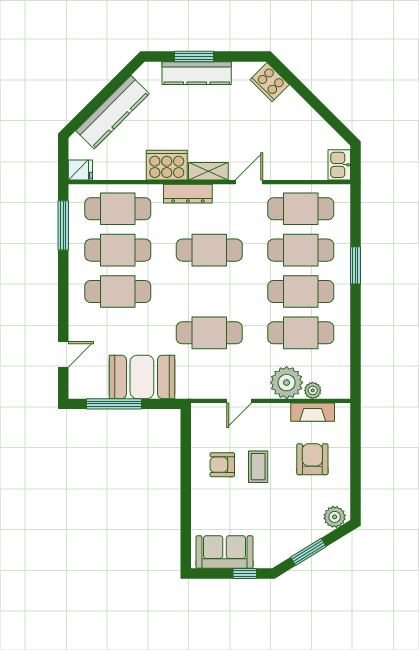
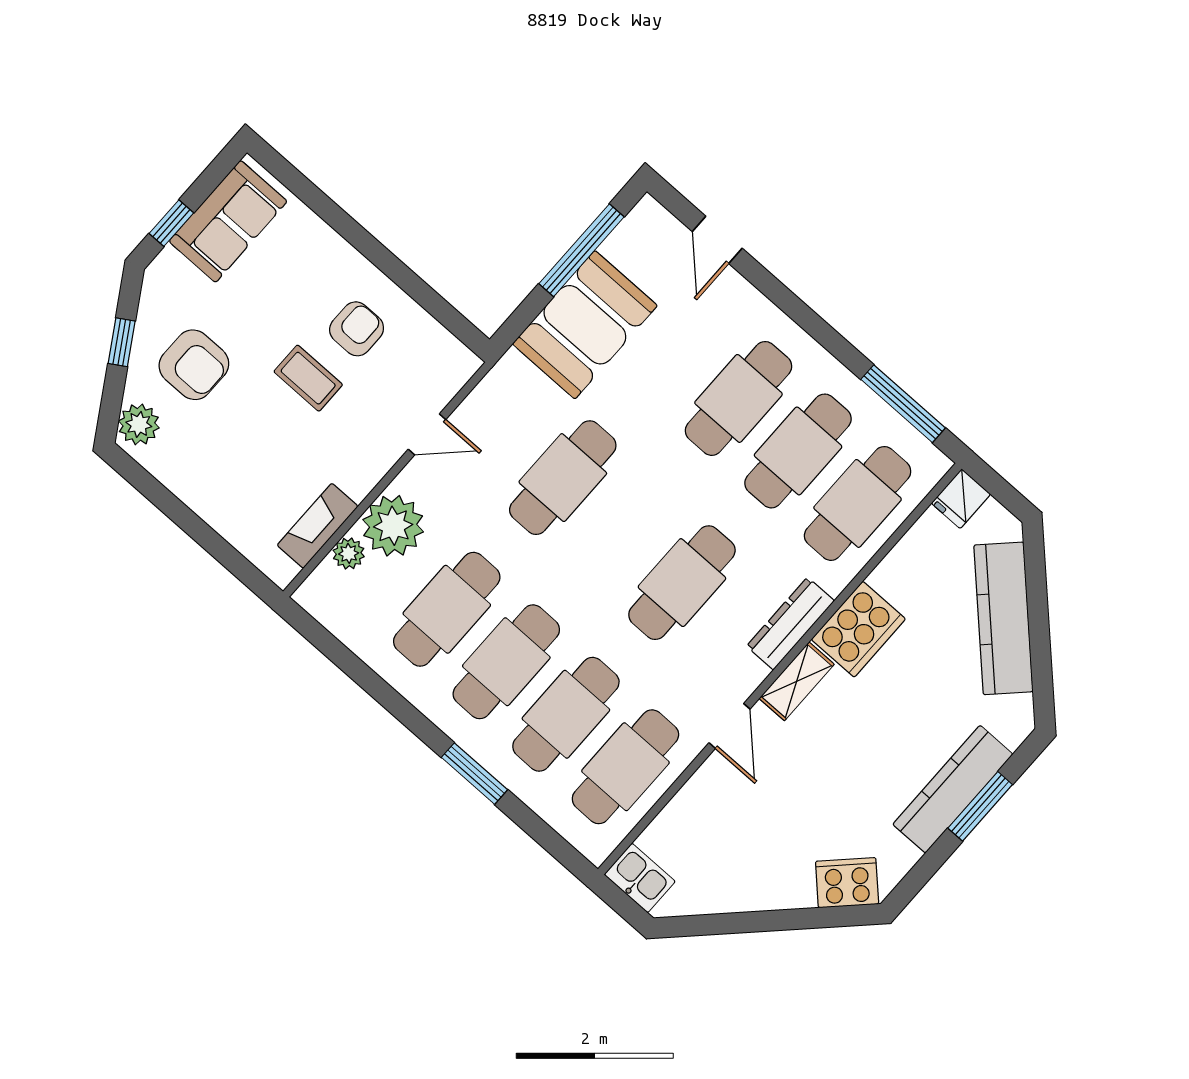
door: (239, 401) -> (427, 434), swing flipped
armchair: (312, 459) -> (194, 365), moved
window: (308, 552) -> (122, 342), width x0.67

